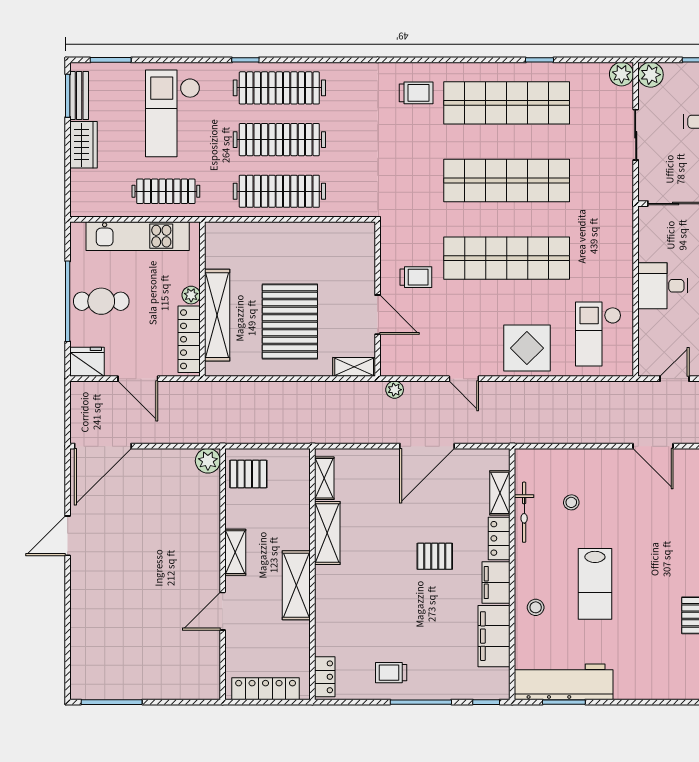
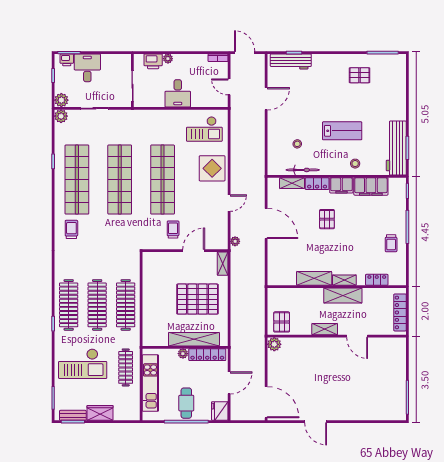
shelving: (324, 478) -> (344, 280), moved
locker: (325, 677) -> (377, 280), moved

